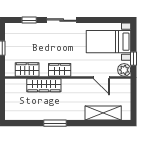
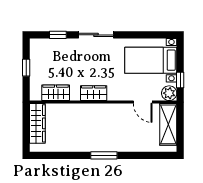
wardrobe: (44, 85) -> (37, 123), moved, turned -90
shelving: (103, 113) -> (168, 124), moved, turned 90
window: (55, 123) -> (104, 155), moved

